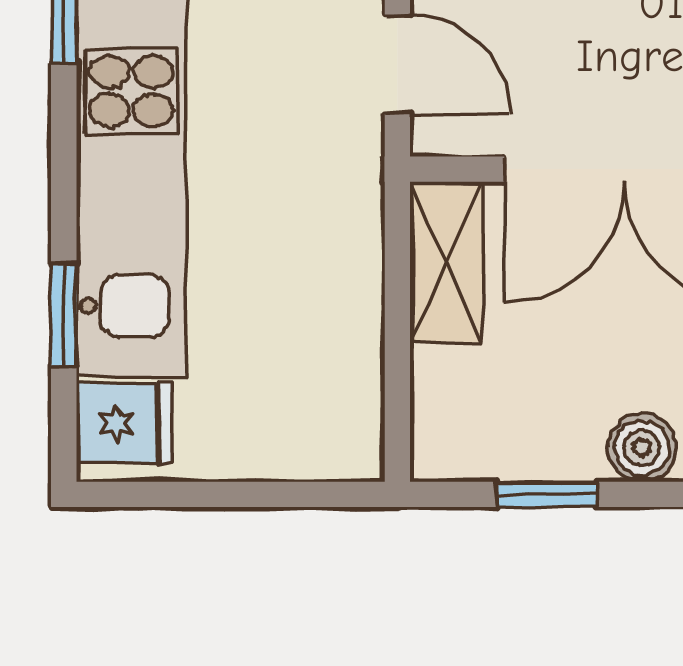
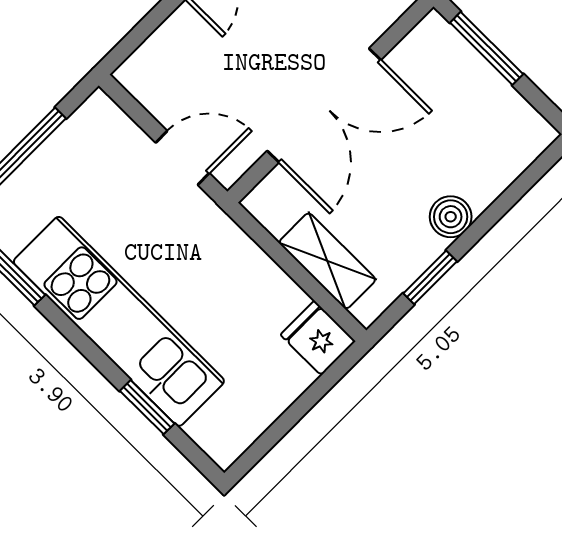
shelving: (446, 263) -> (327, 261), moved
fridge: (124, 423) -> (318, 338), moved, turned -90

